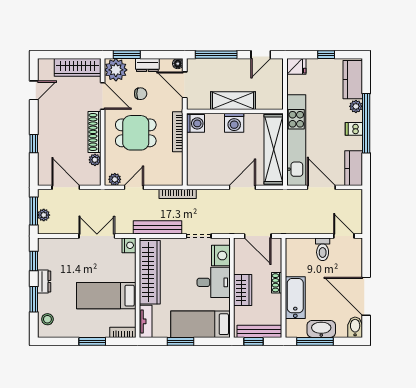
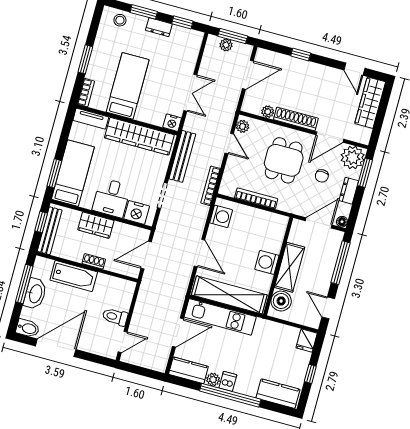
wardrobe: (78, 67) -> (370, 103), moved
boiler: (266, 100) -> (281, 301), added
plant: (356, 106) -> (213, 379), moved
washing machine: (195, 123) -> (221, 216), moved, turned -90
bookcase: (178, 132) -> (256, 198), moved
kitchen unit: (296, 140) -> (220, 317), width x0.73
window: (181, 341) -> (54, 173), moved

